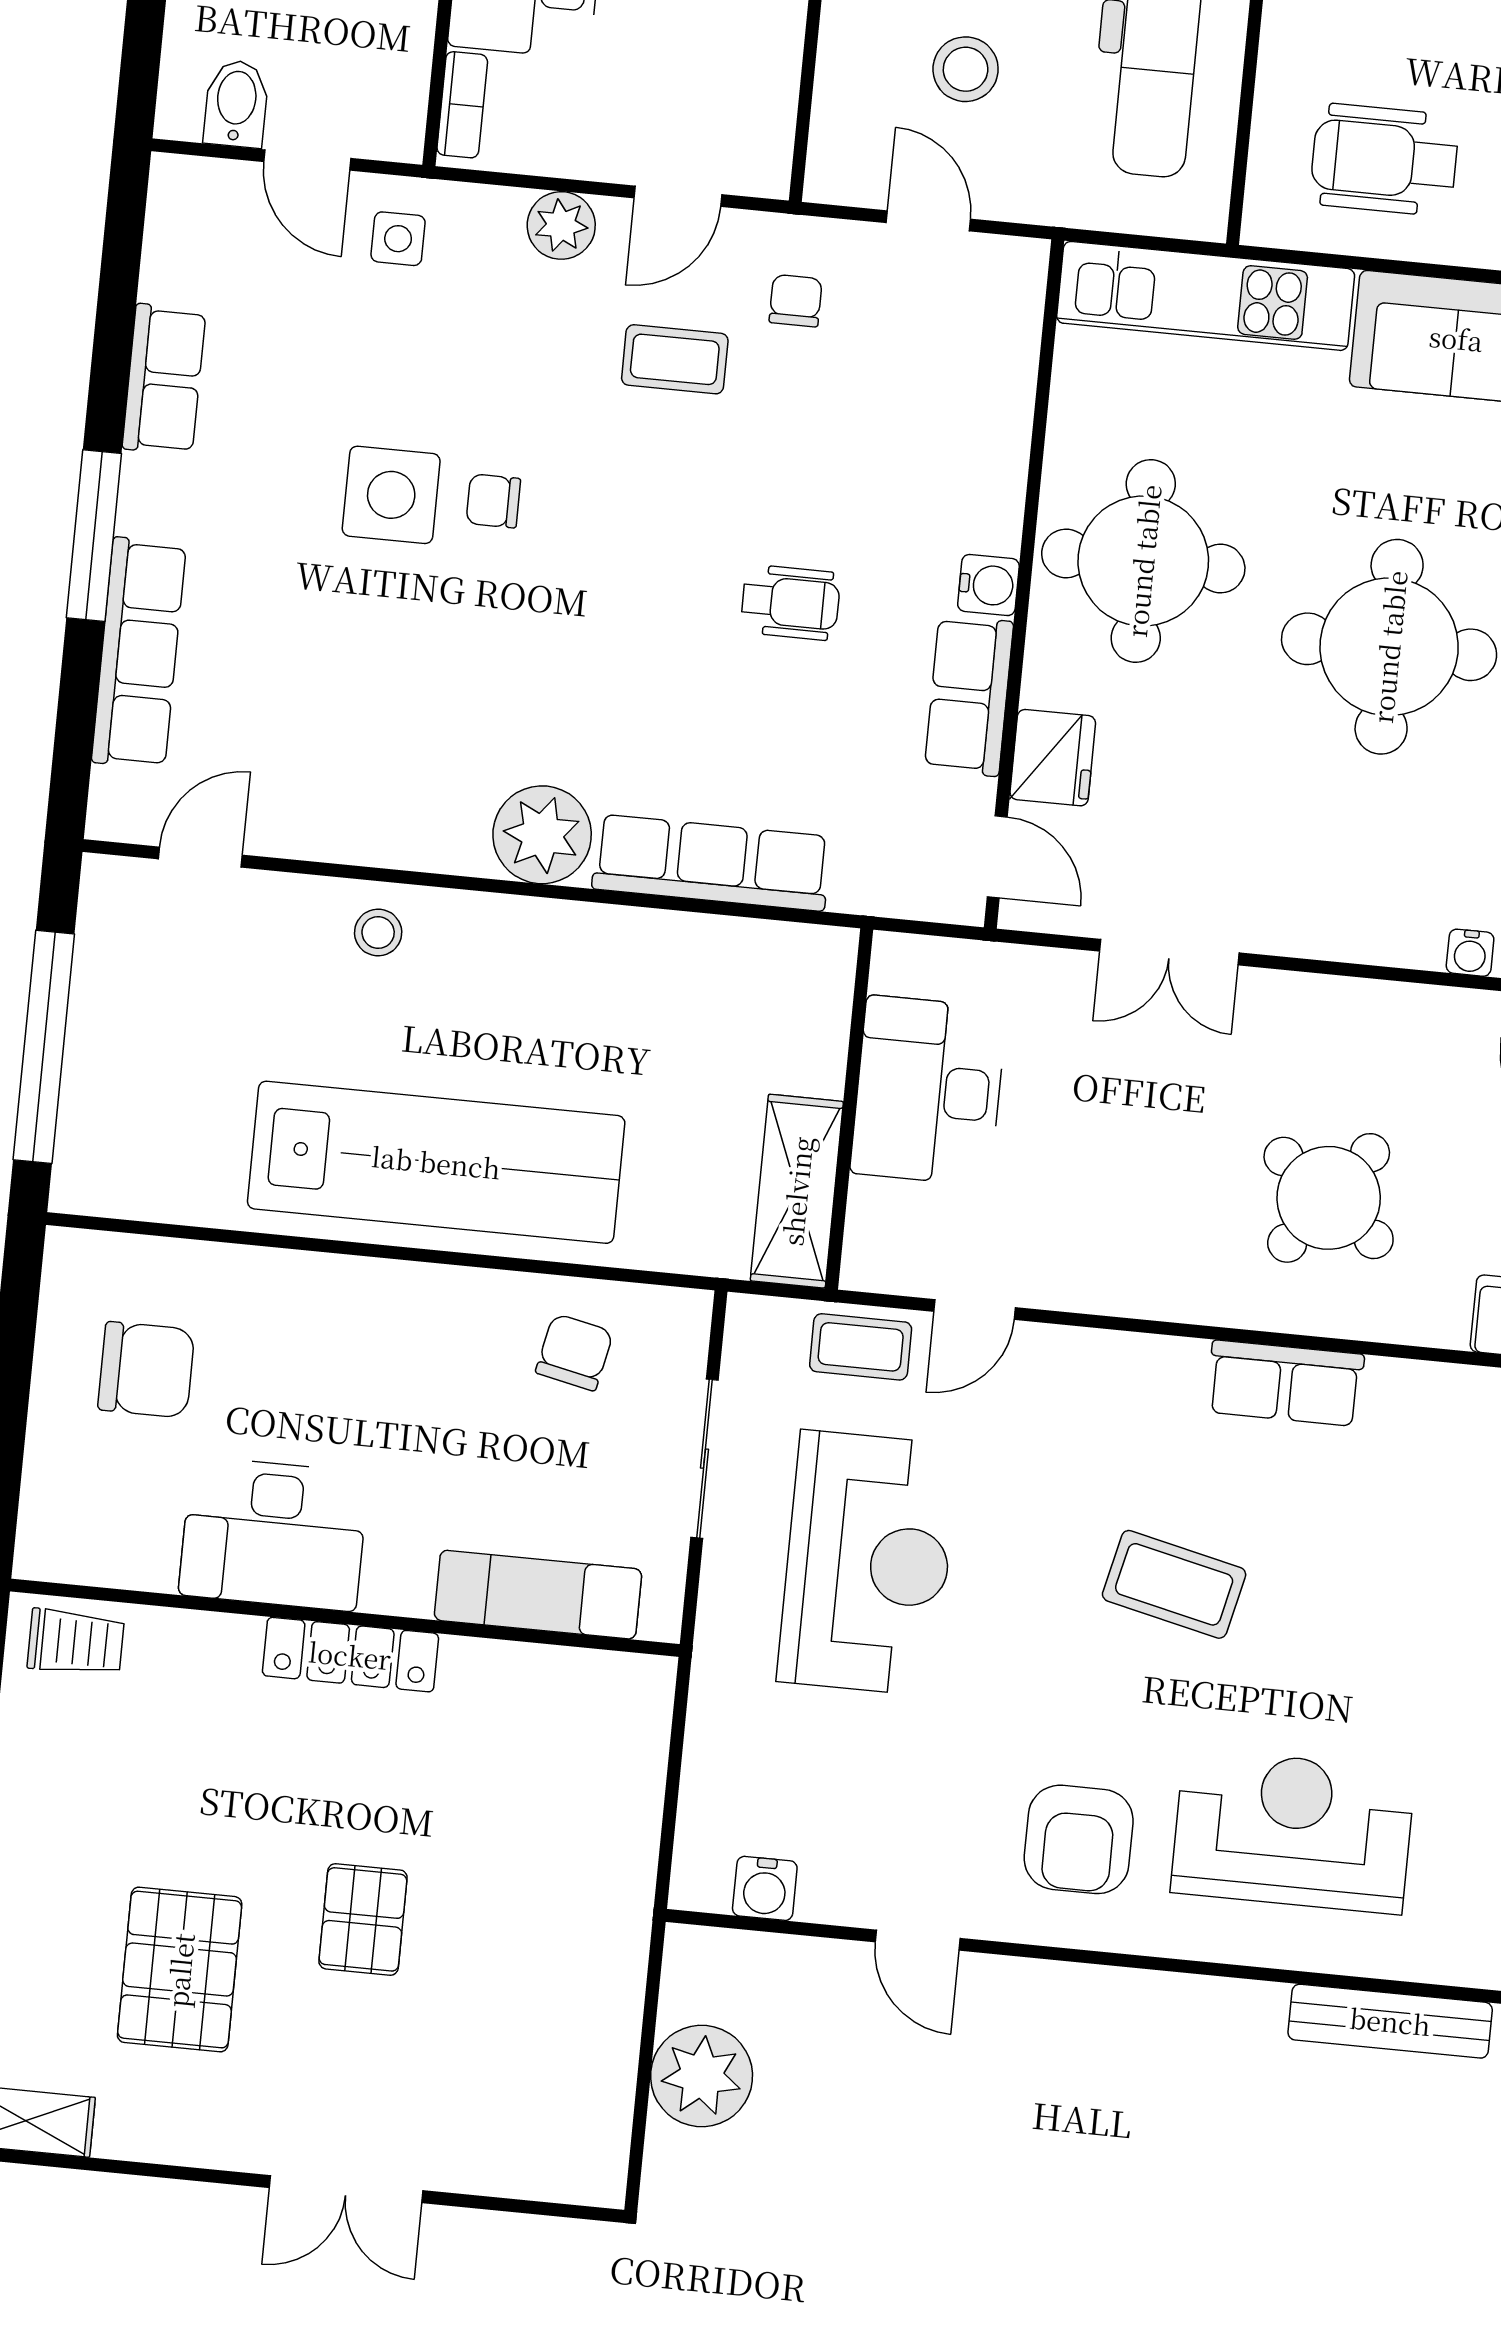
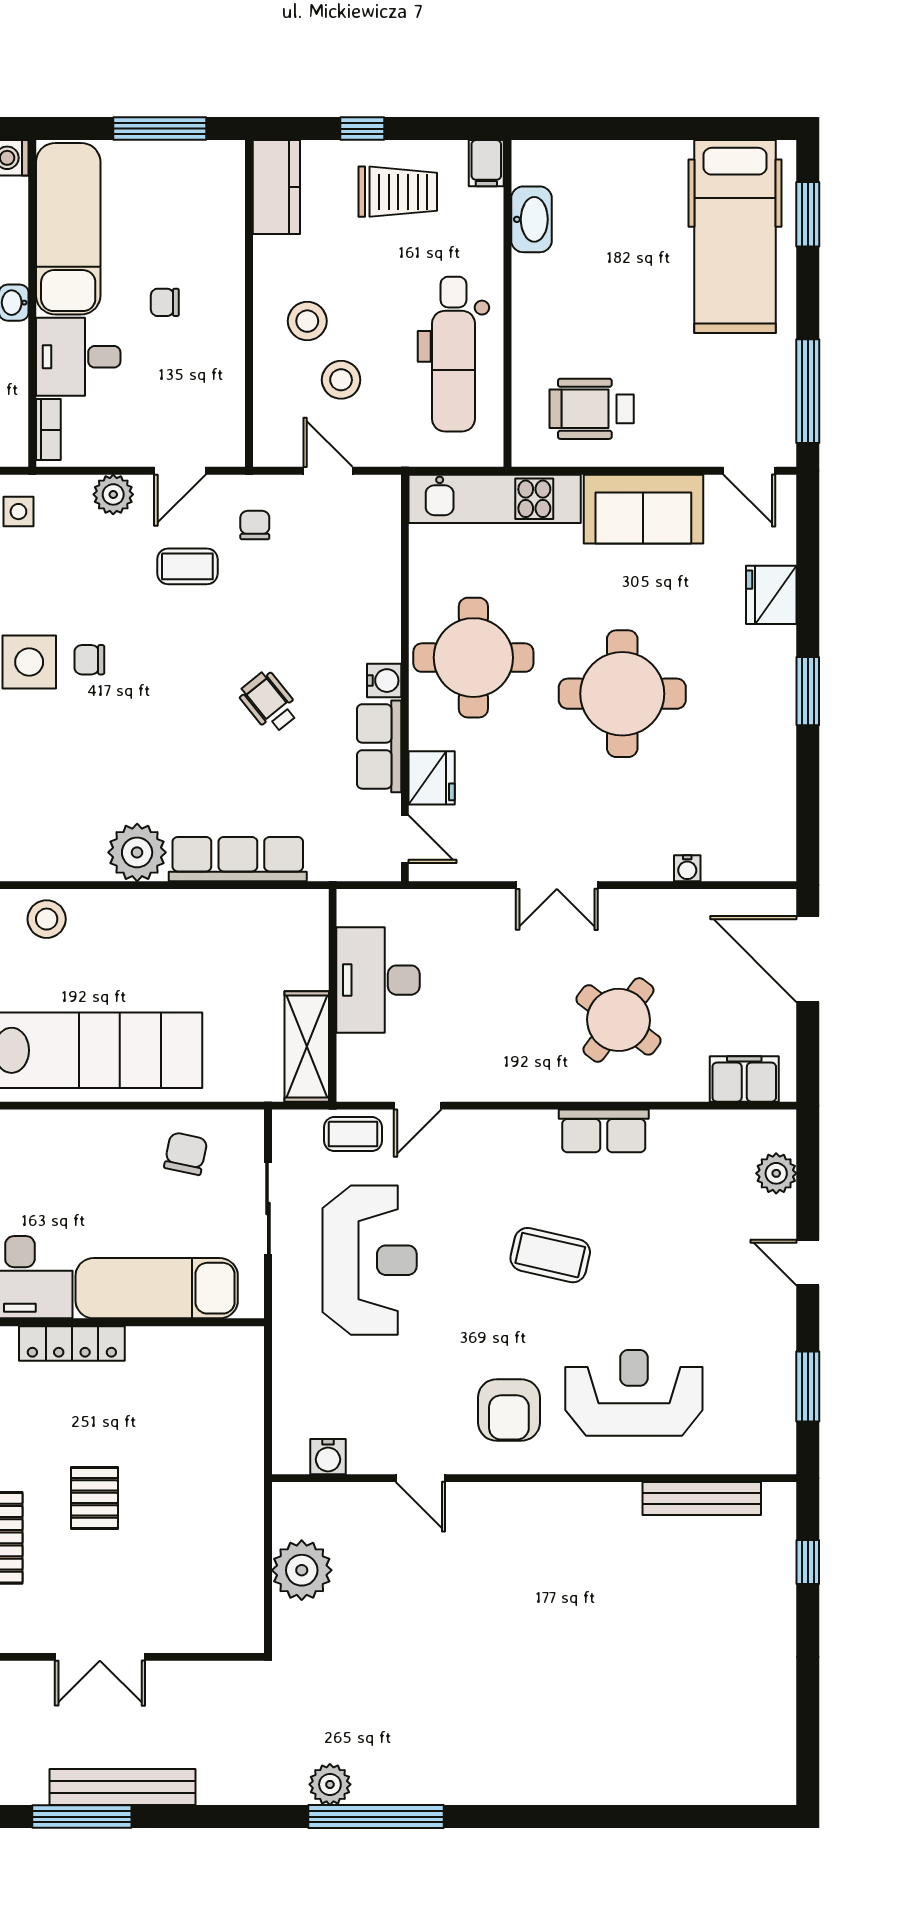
wheelchair: (790, 603) -> (269, 702), turned -129
stool: (378, 933) -> (47, 919), width x1.37, depth x1.37
double door: (1169, 952) -> (557, 885), moved
exam couch: (538, 1595) -> (157, 1288), width x1.36, depth x1.45

